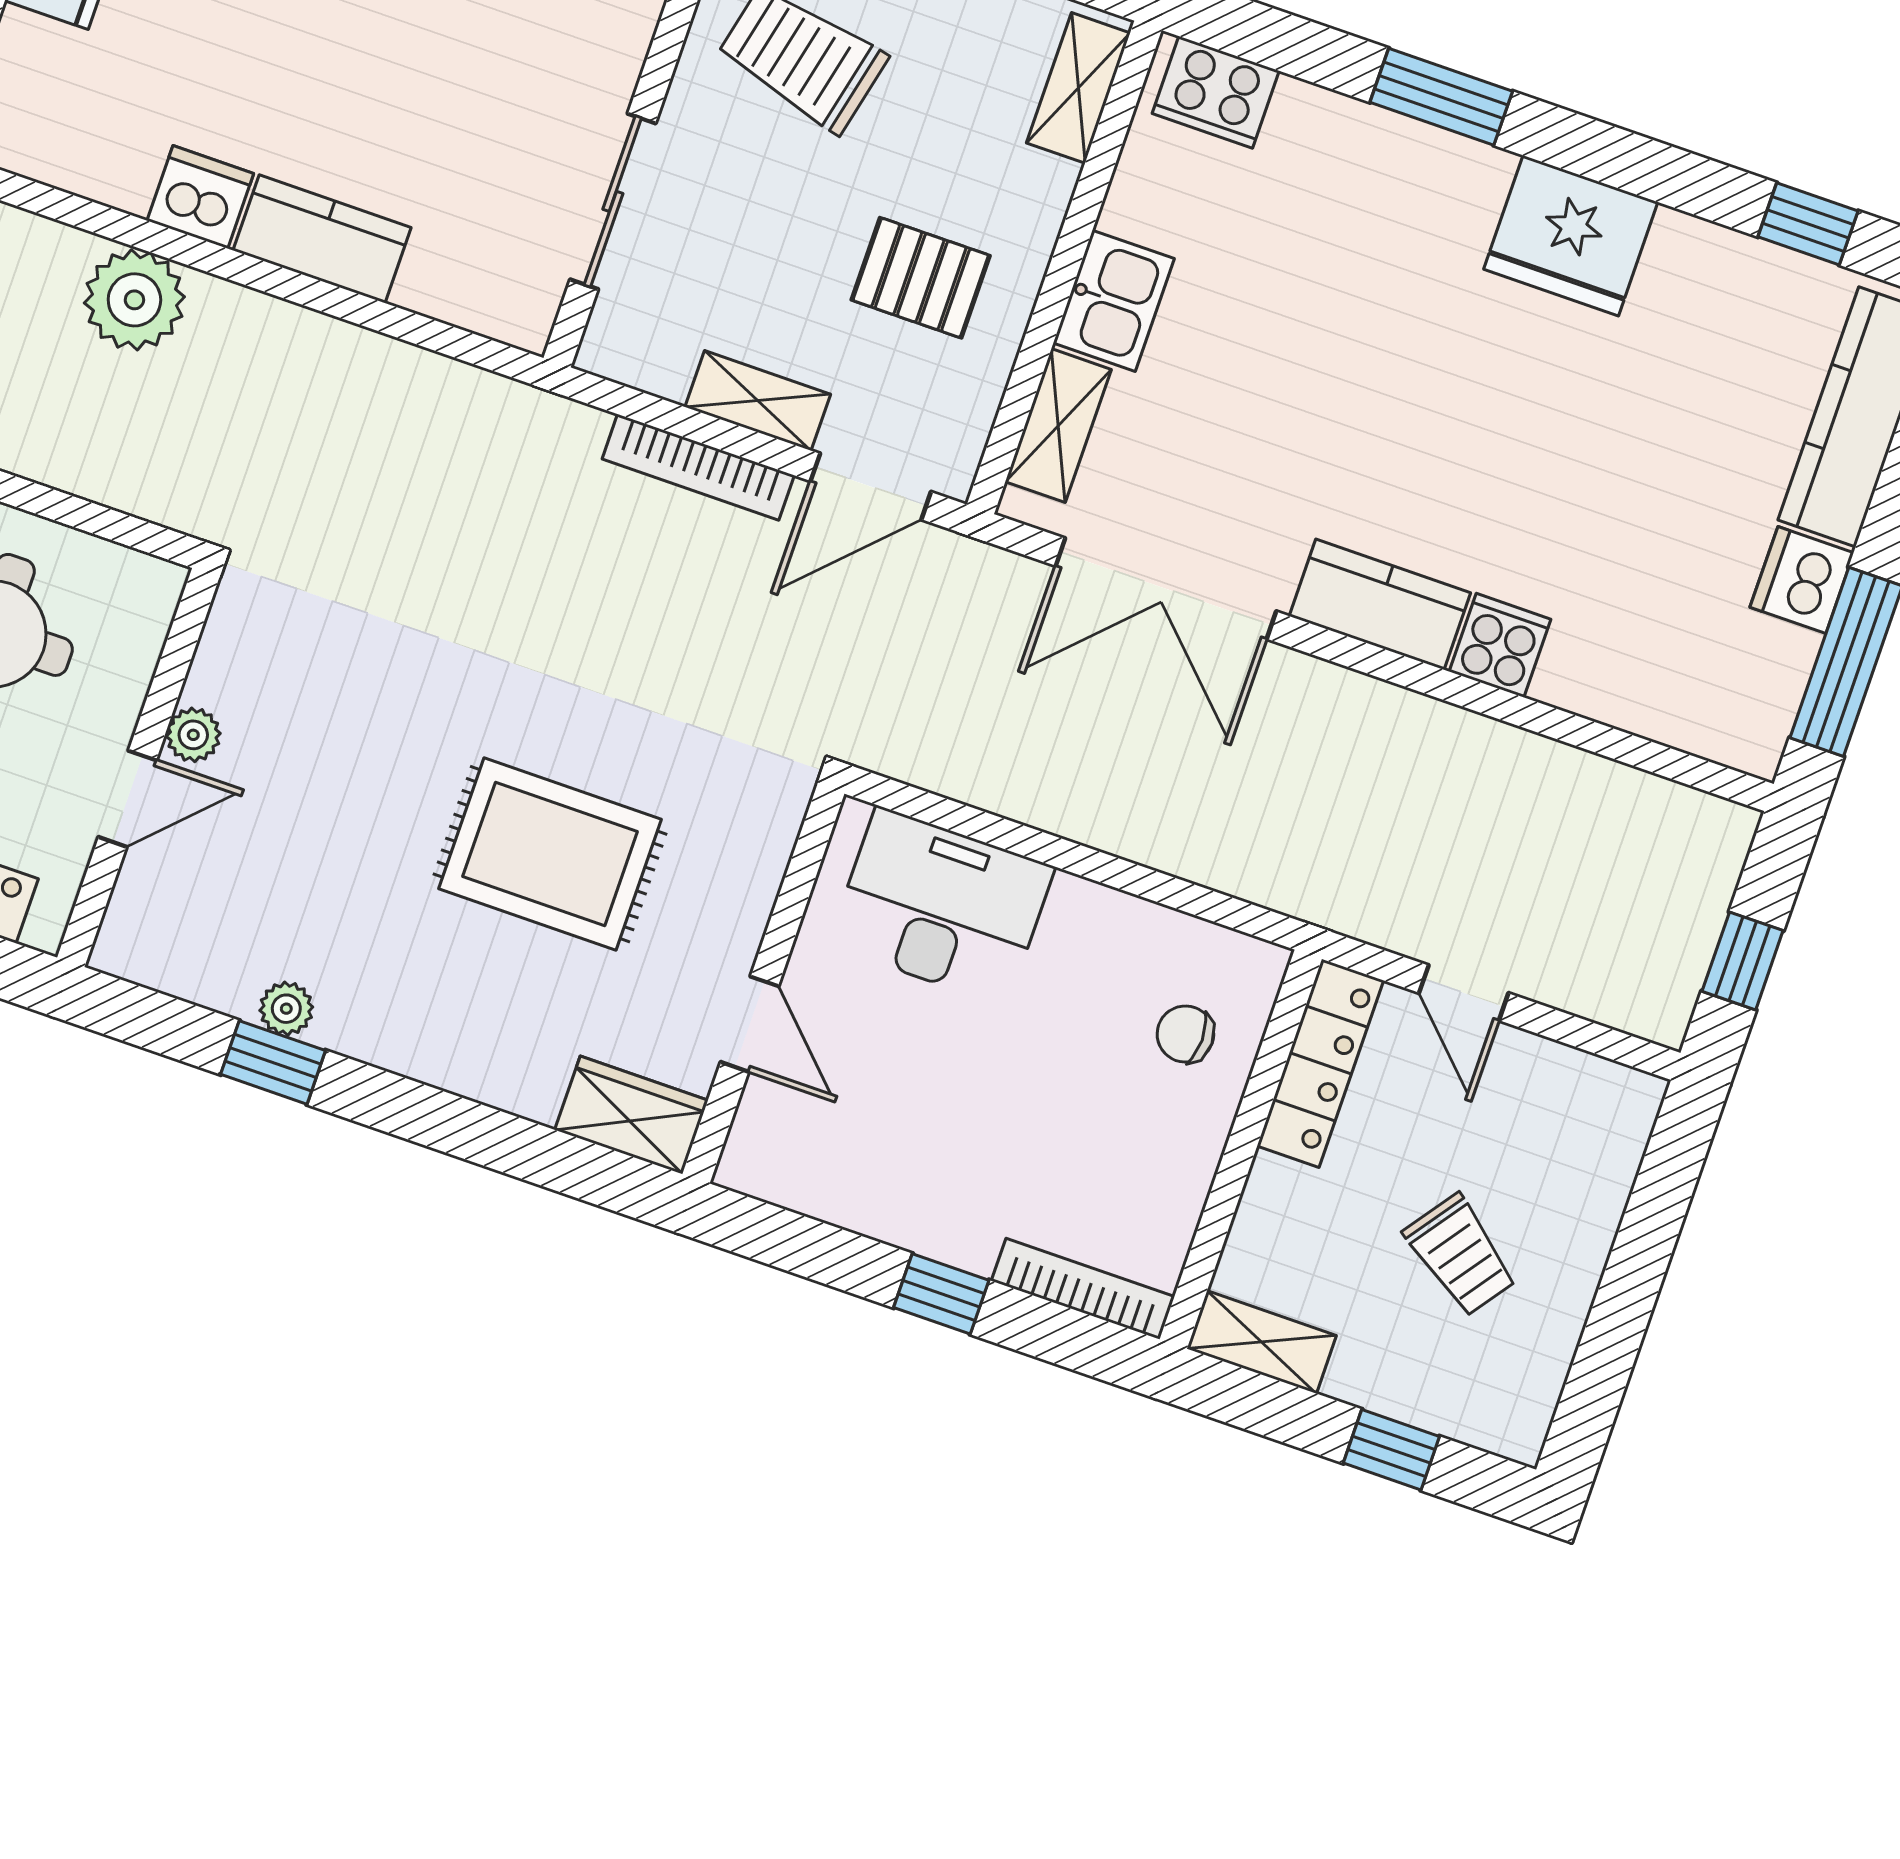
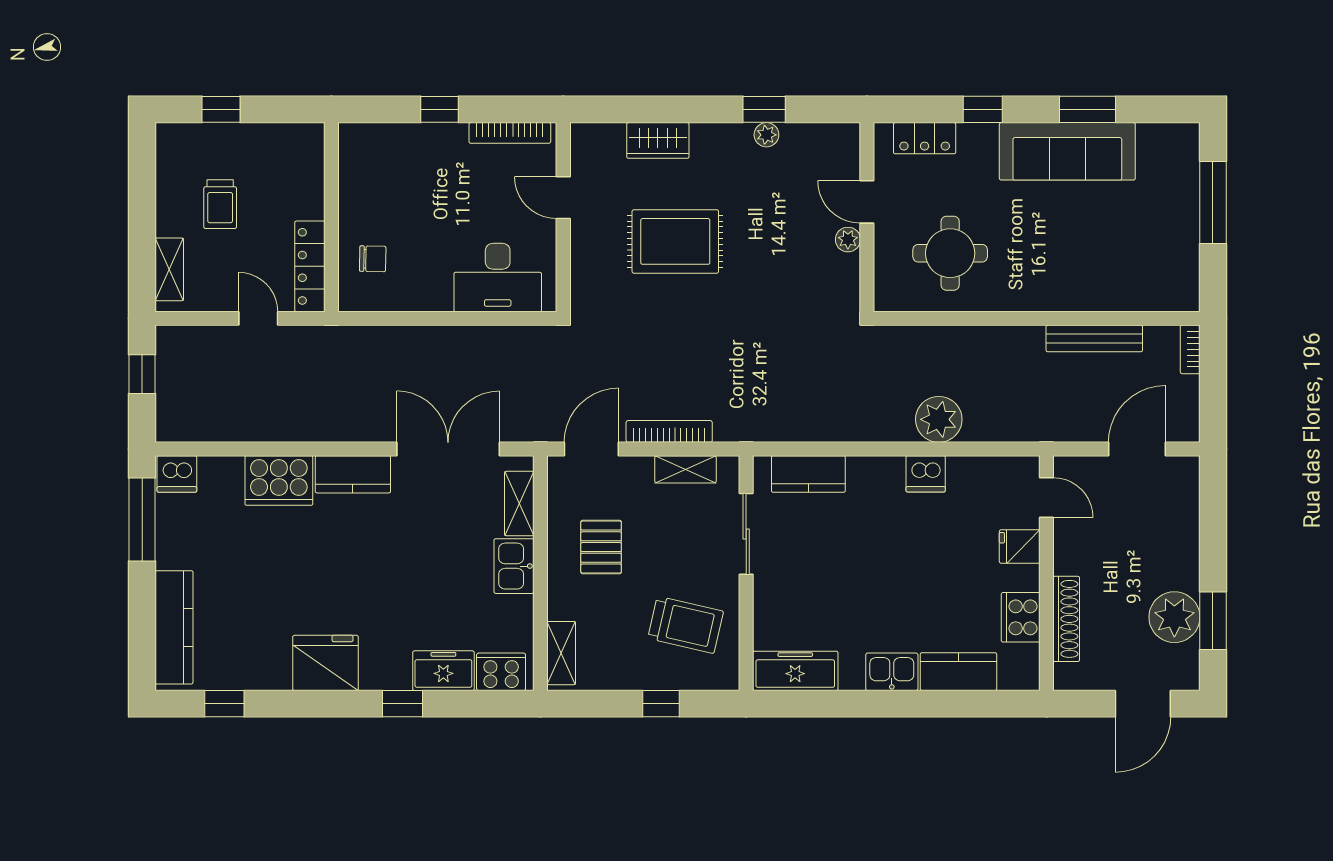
window: (1441, 97) -> (403, 704), width x0.67
freezer: (1333, 136) -> (443, 671), added
kitchen counter: (322, 239) -> (808, 474), moved
pallet: (921, 278) -> (601, 547), turned 90
shelving: (758, 401) -> (685, 469), moved
dishwasher: (1802, 580) -> (177, 474), moved, turned 90
cooker: (1500, 645) -> (279, 481), width x1.87, depth x1.31
door: (127, 799) -> (867, 202), hinge flipped
wardrobe: (631, 1115) -> (658, 140), moved
trolley: (1461, 1255) -> (220, 204), turned -126
bookcase: (1083, 1289) -> (510, 133), moved
shelving: (1262, 1342) -> (169, 269), moved, turned 90

